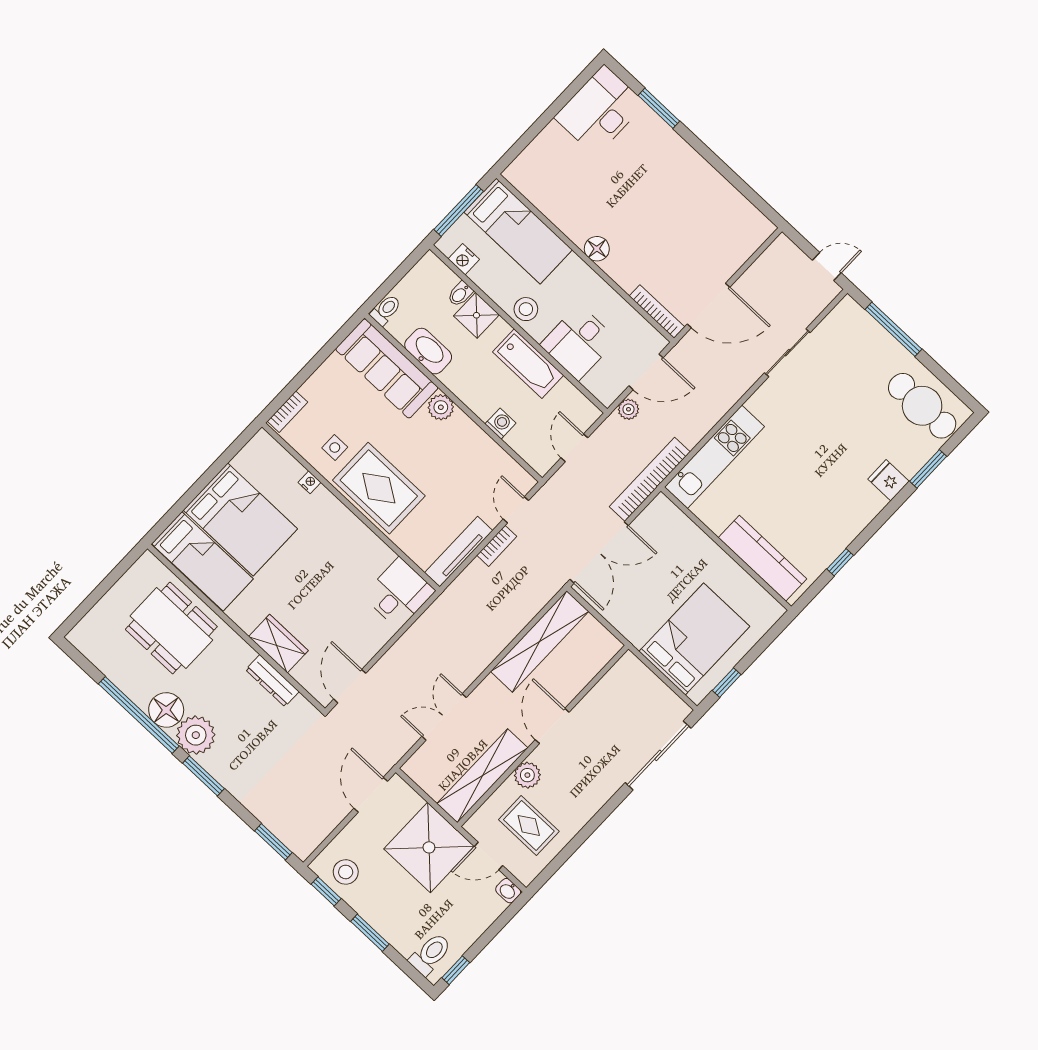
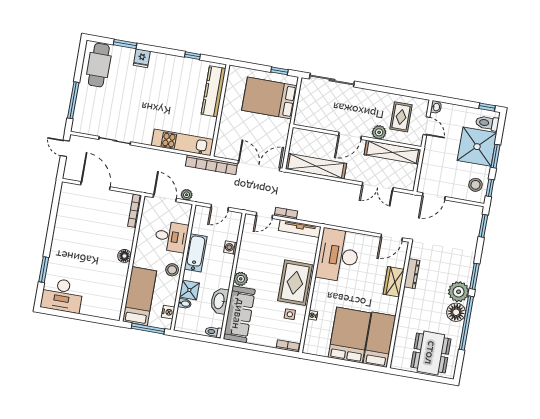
door: (708, 306) -> (95, 186), moved
desk: (399, 593) -> (338, 255), width x1.87, depth x1.30
dining table: (171, 628) -> (431, 353), moved
shower: (429, 847) -> (477, 147), moved

